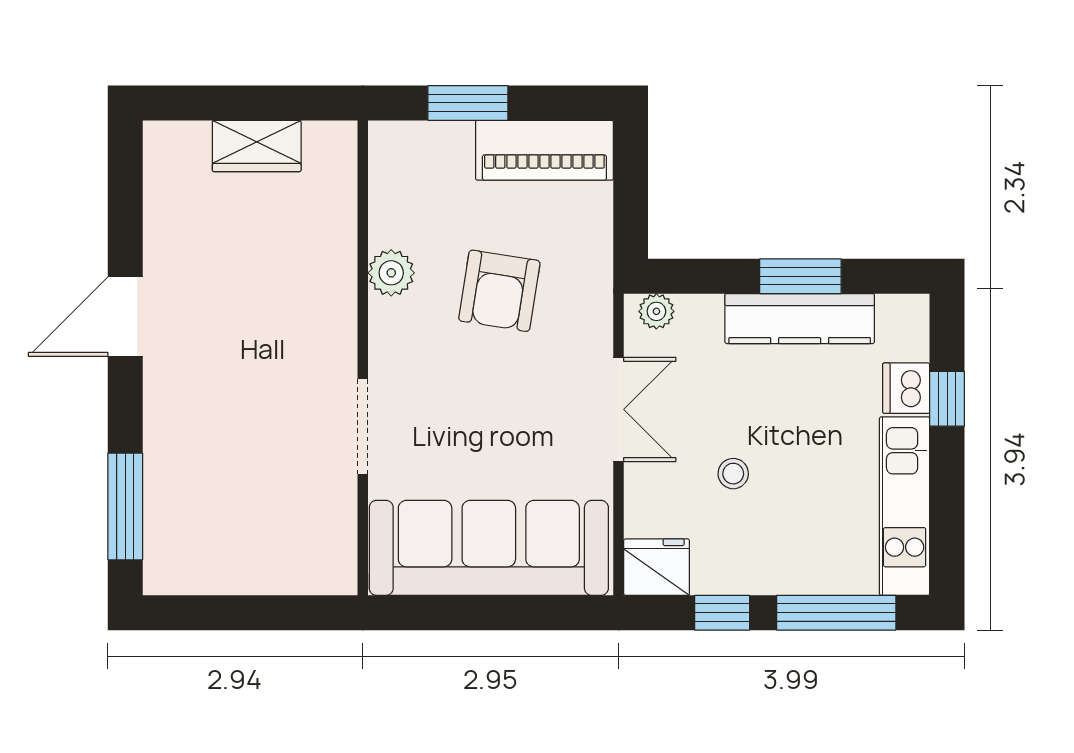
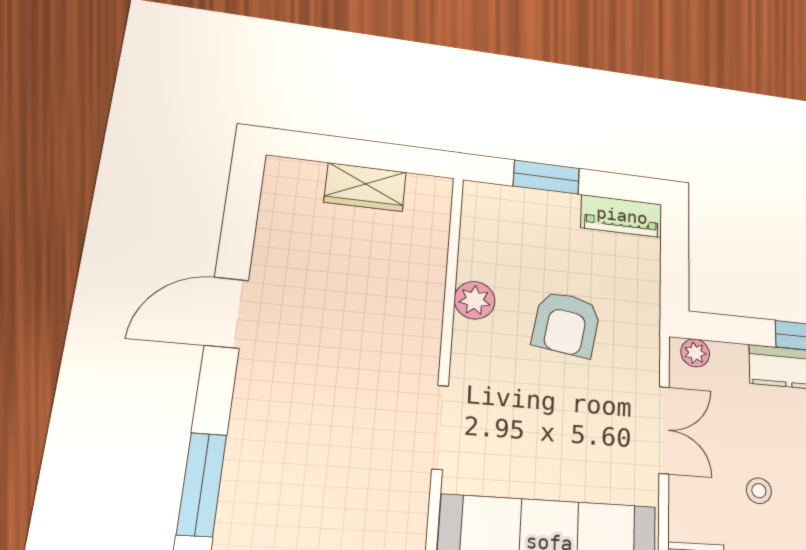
piano: (544, 150) -> (622, 216), width x0.73, depth x0.75

